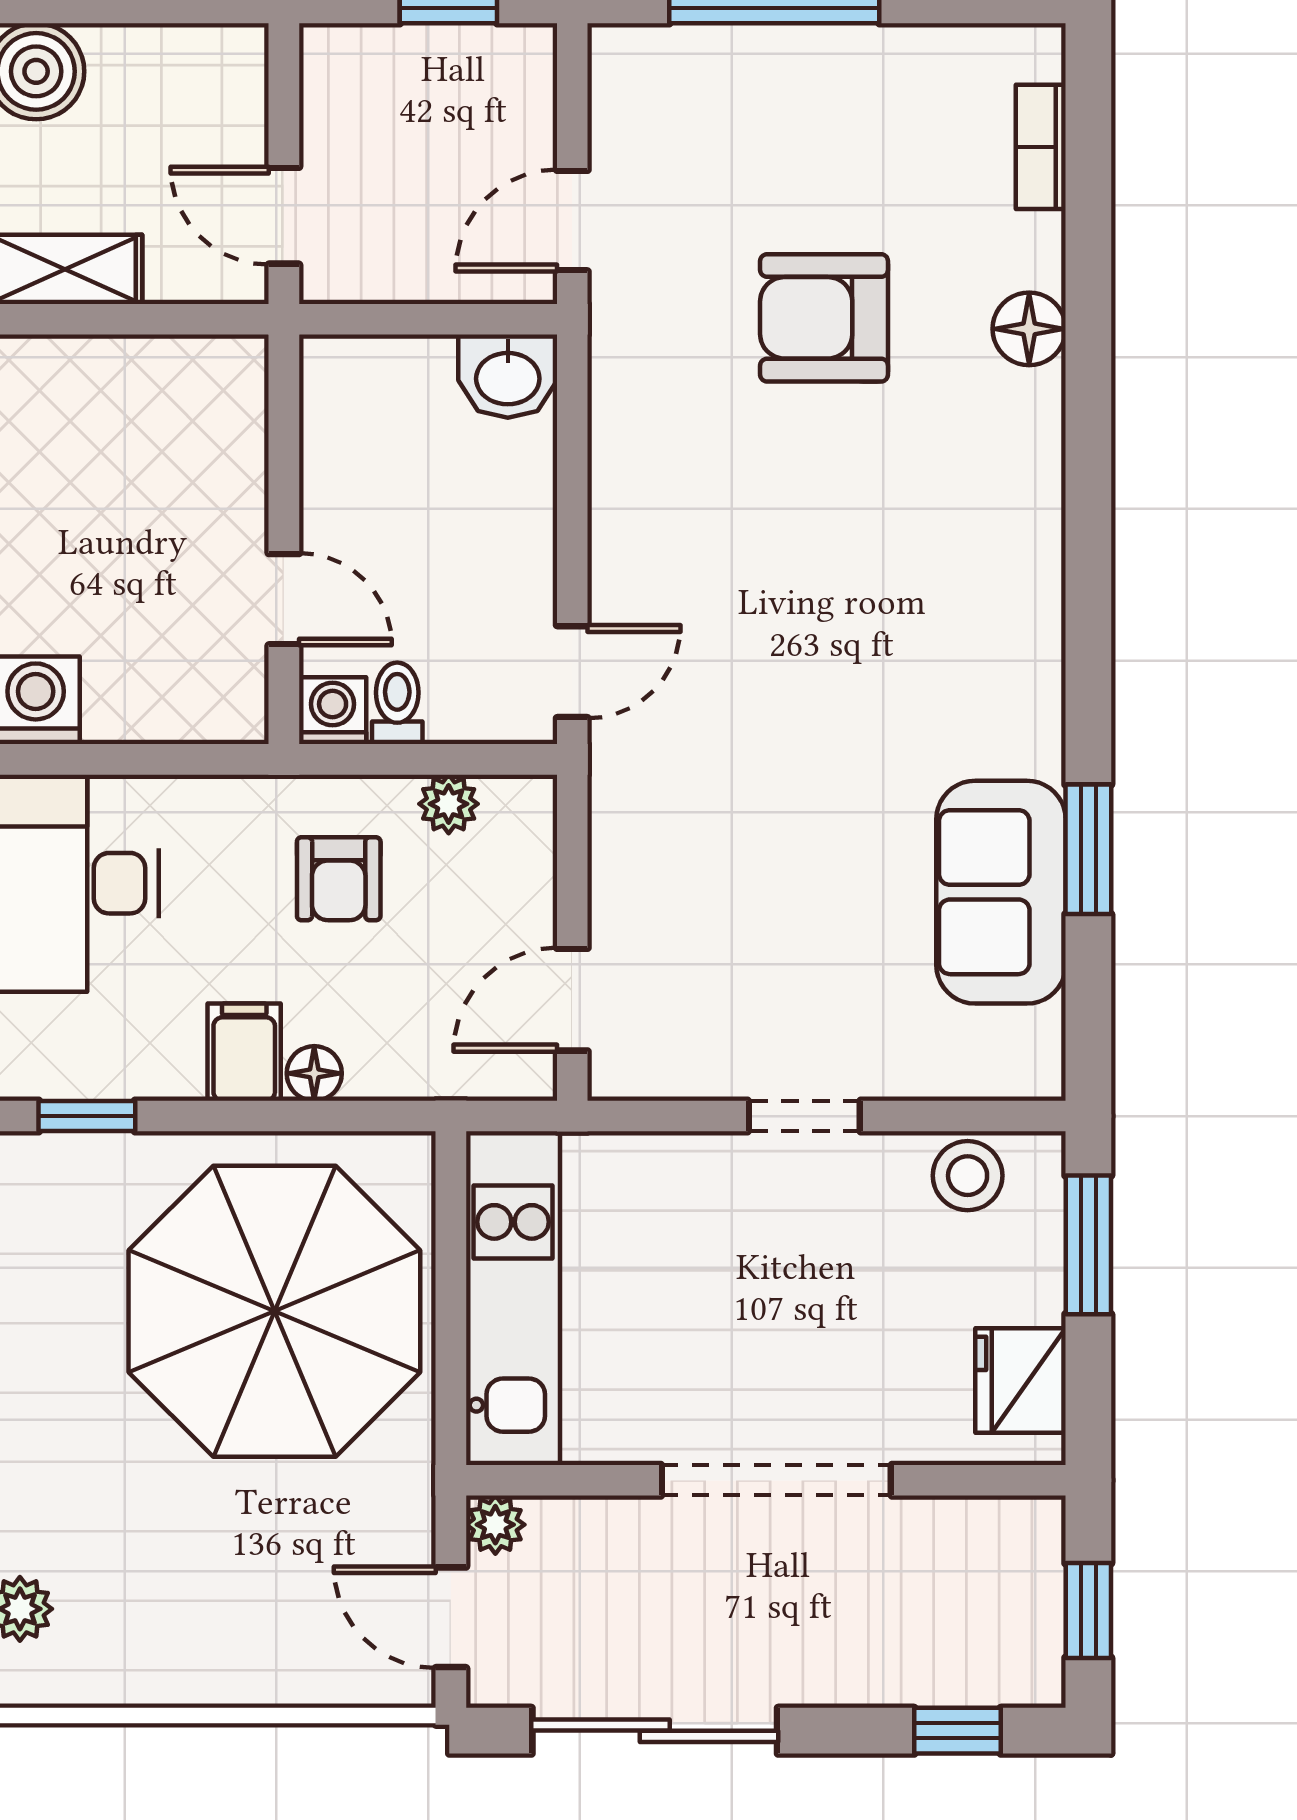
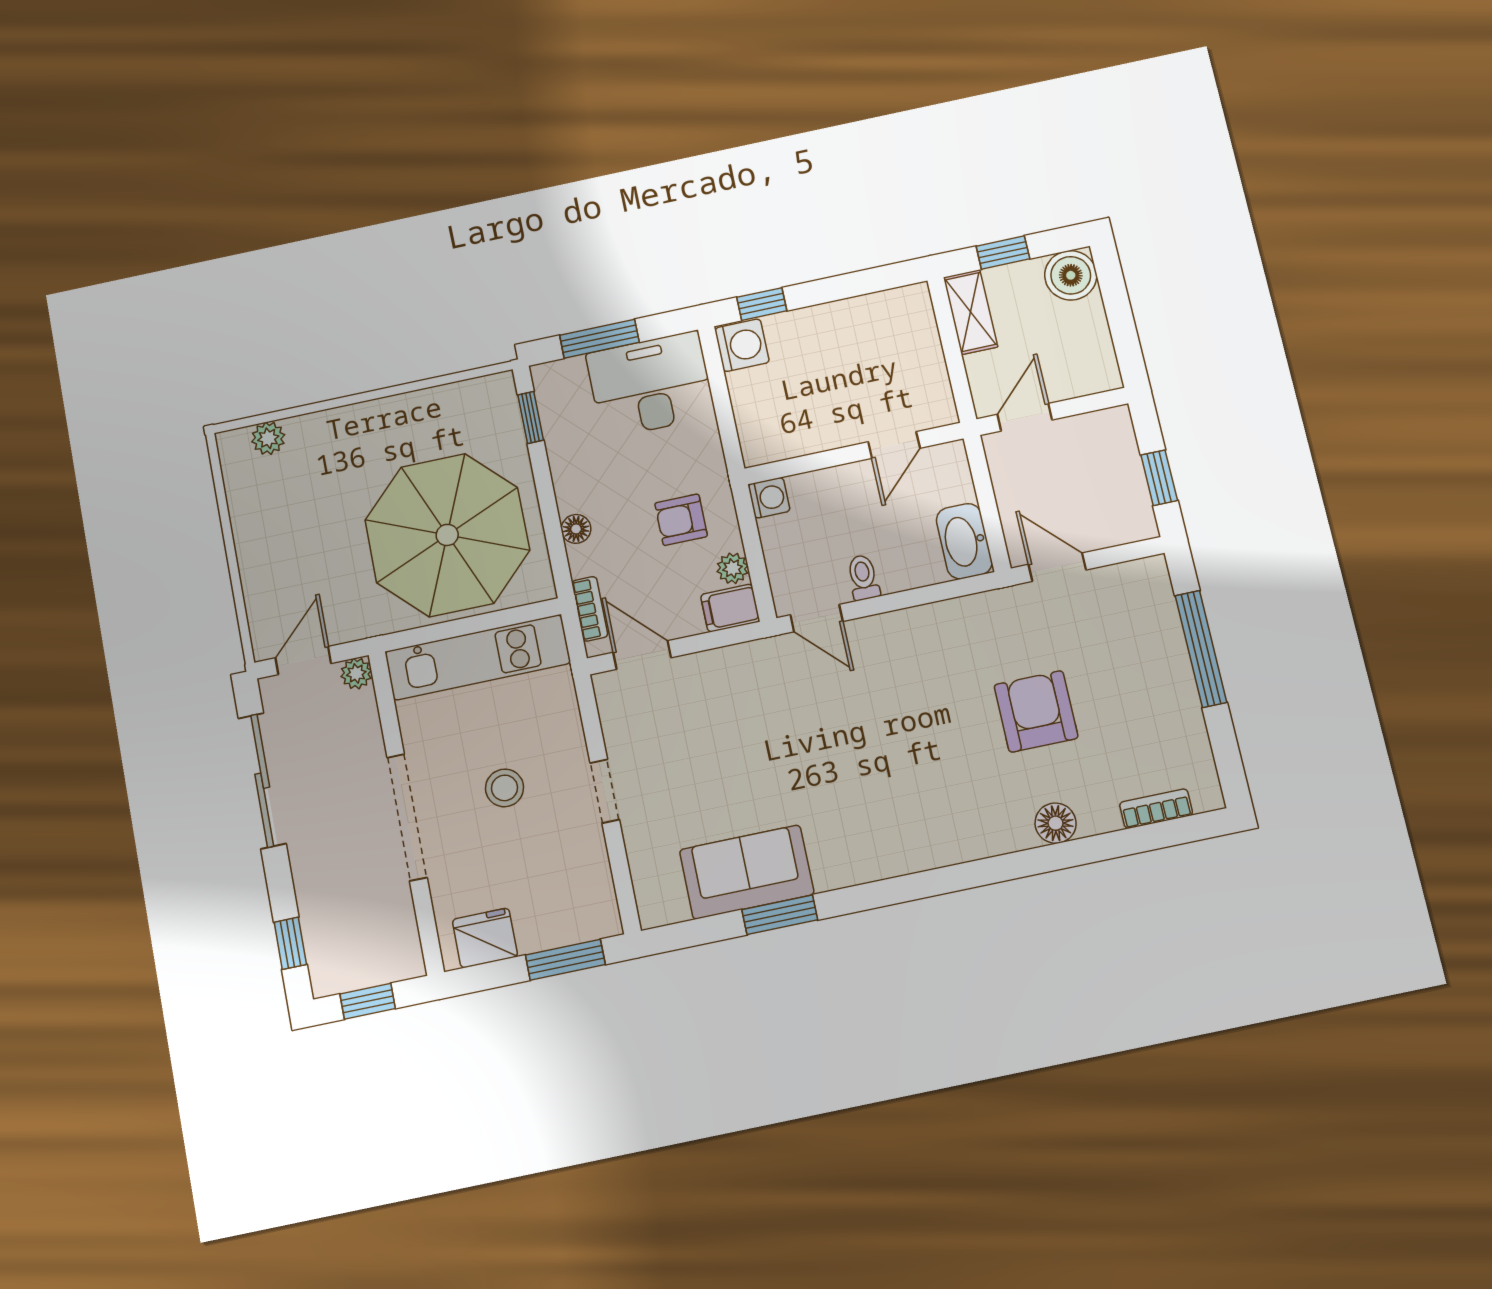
washbasin: (508, 376) -> (964, 541), width x1.38
door: (284, 599) -> (894, 445), moved
toilet: (397, 703) -> (863, 577), moved, turned -90
filing cabinet: (244, 1052) -> (730, 608), moved, turned 180
bookcase: (467, 1077) -> (590, 609), added
stool: (968, 1176) -> (505, 788), moved

